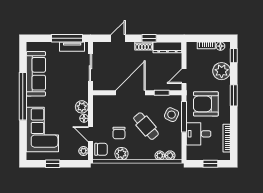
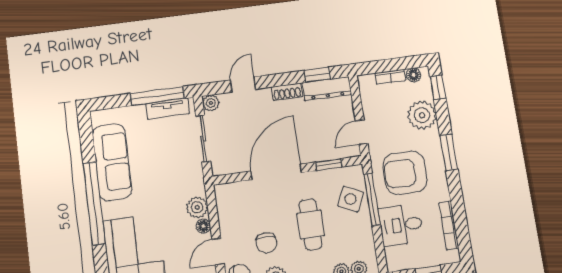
window: (149, 38) -> (317, 75), moved
plant: (98, 47) -> (211, 103), added
cafe table: (146, 126) -> (311, 224), turned 40
door: (90, 134) -> (218, 252), hinge flipped

